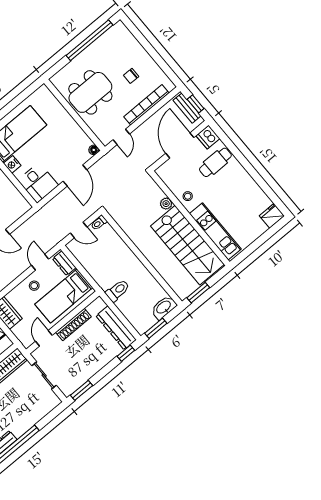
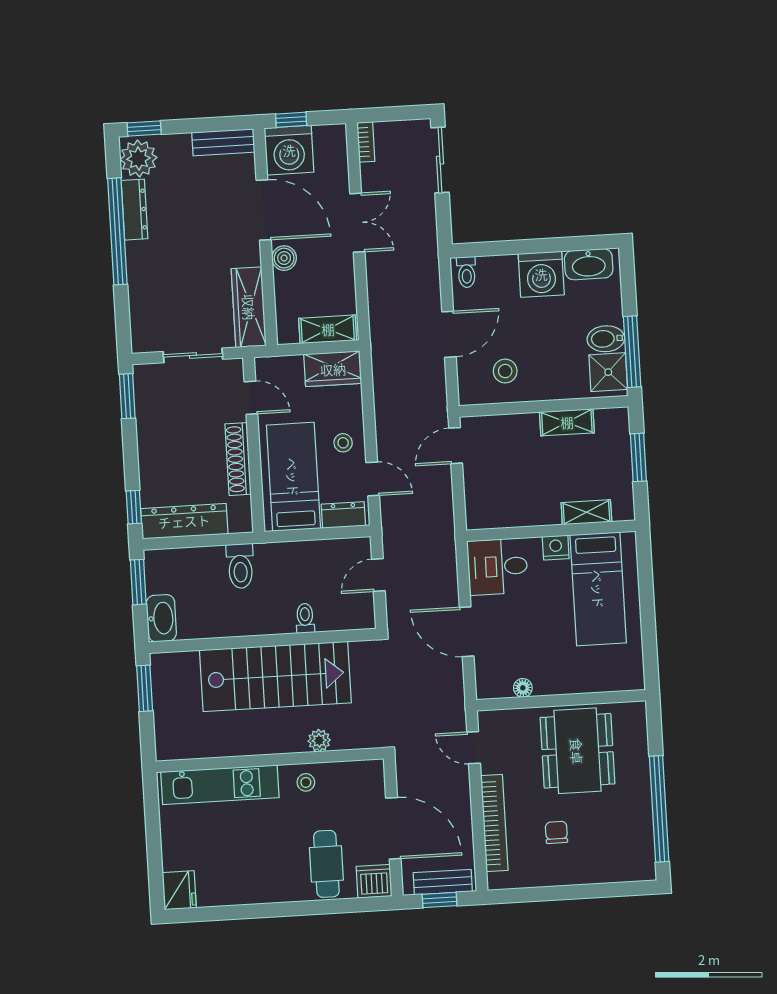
floor lamp: (94, 150) -> (523, 688), moved
toilet: (99, 223) -> (305, 618), moved
stairs: (187, 245) -> (275, 676), moved, turned 180

